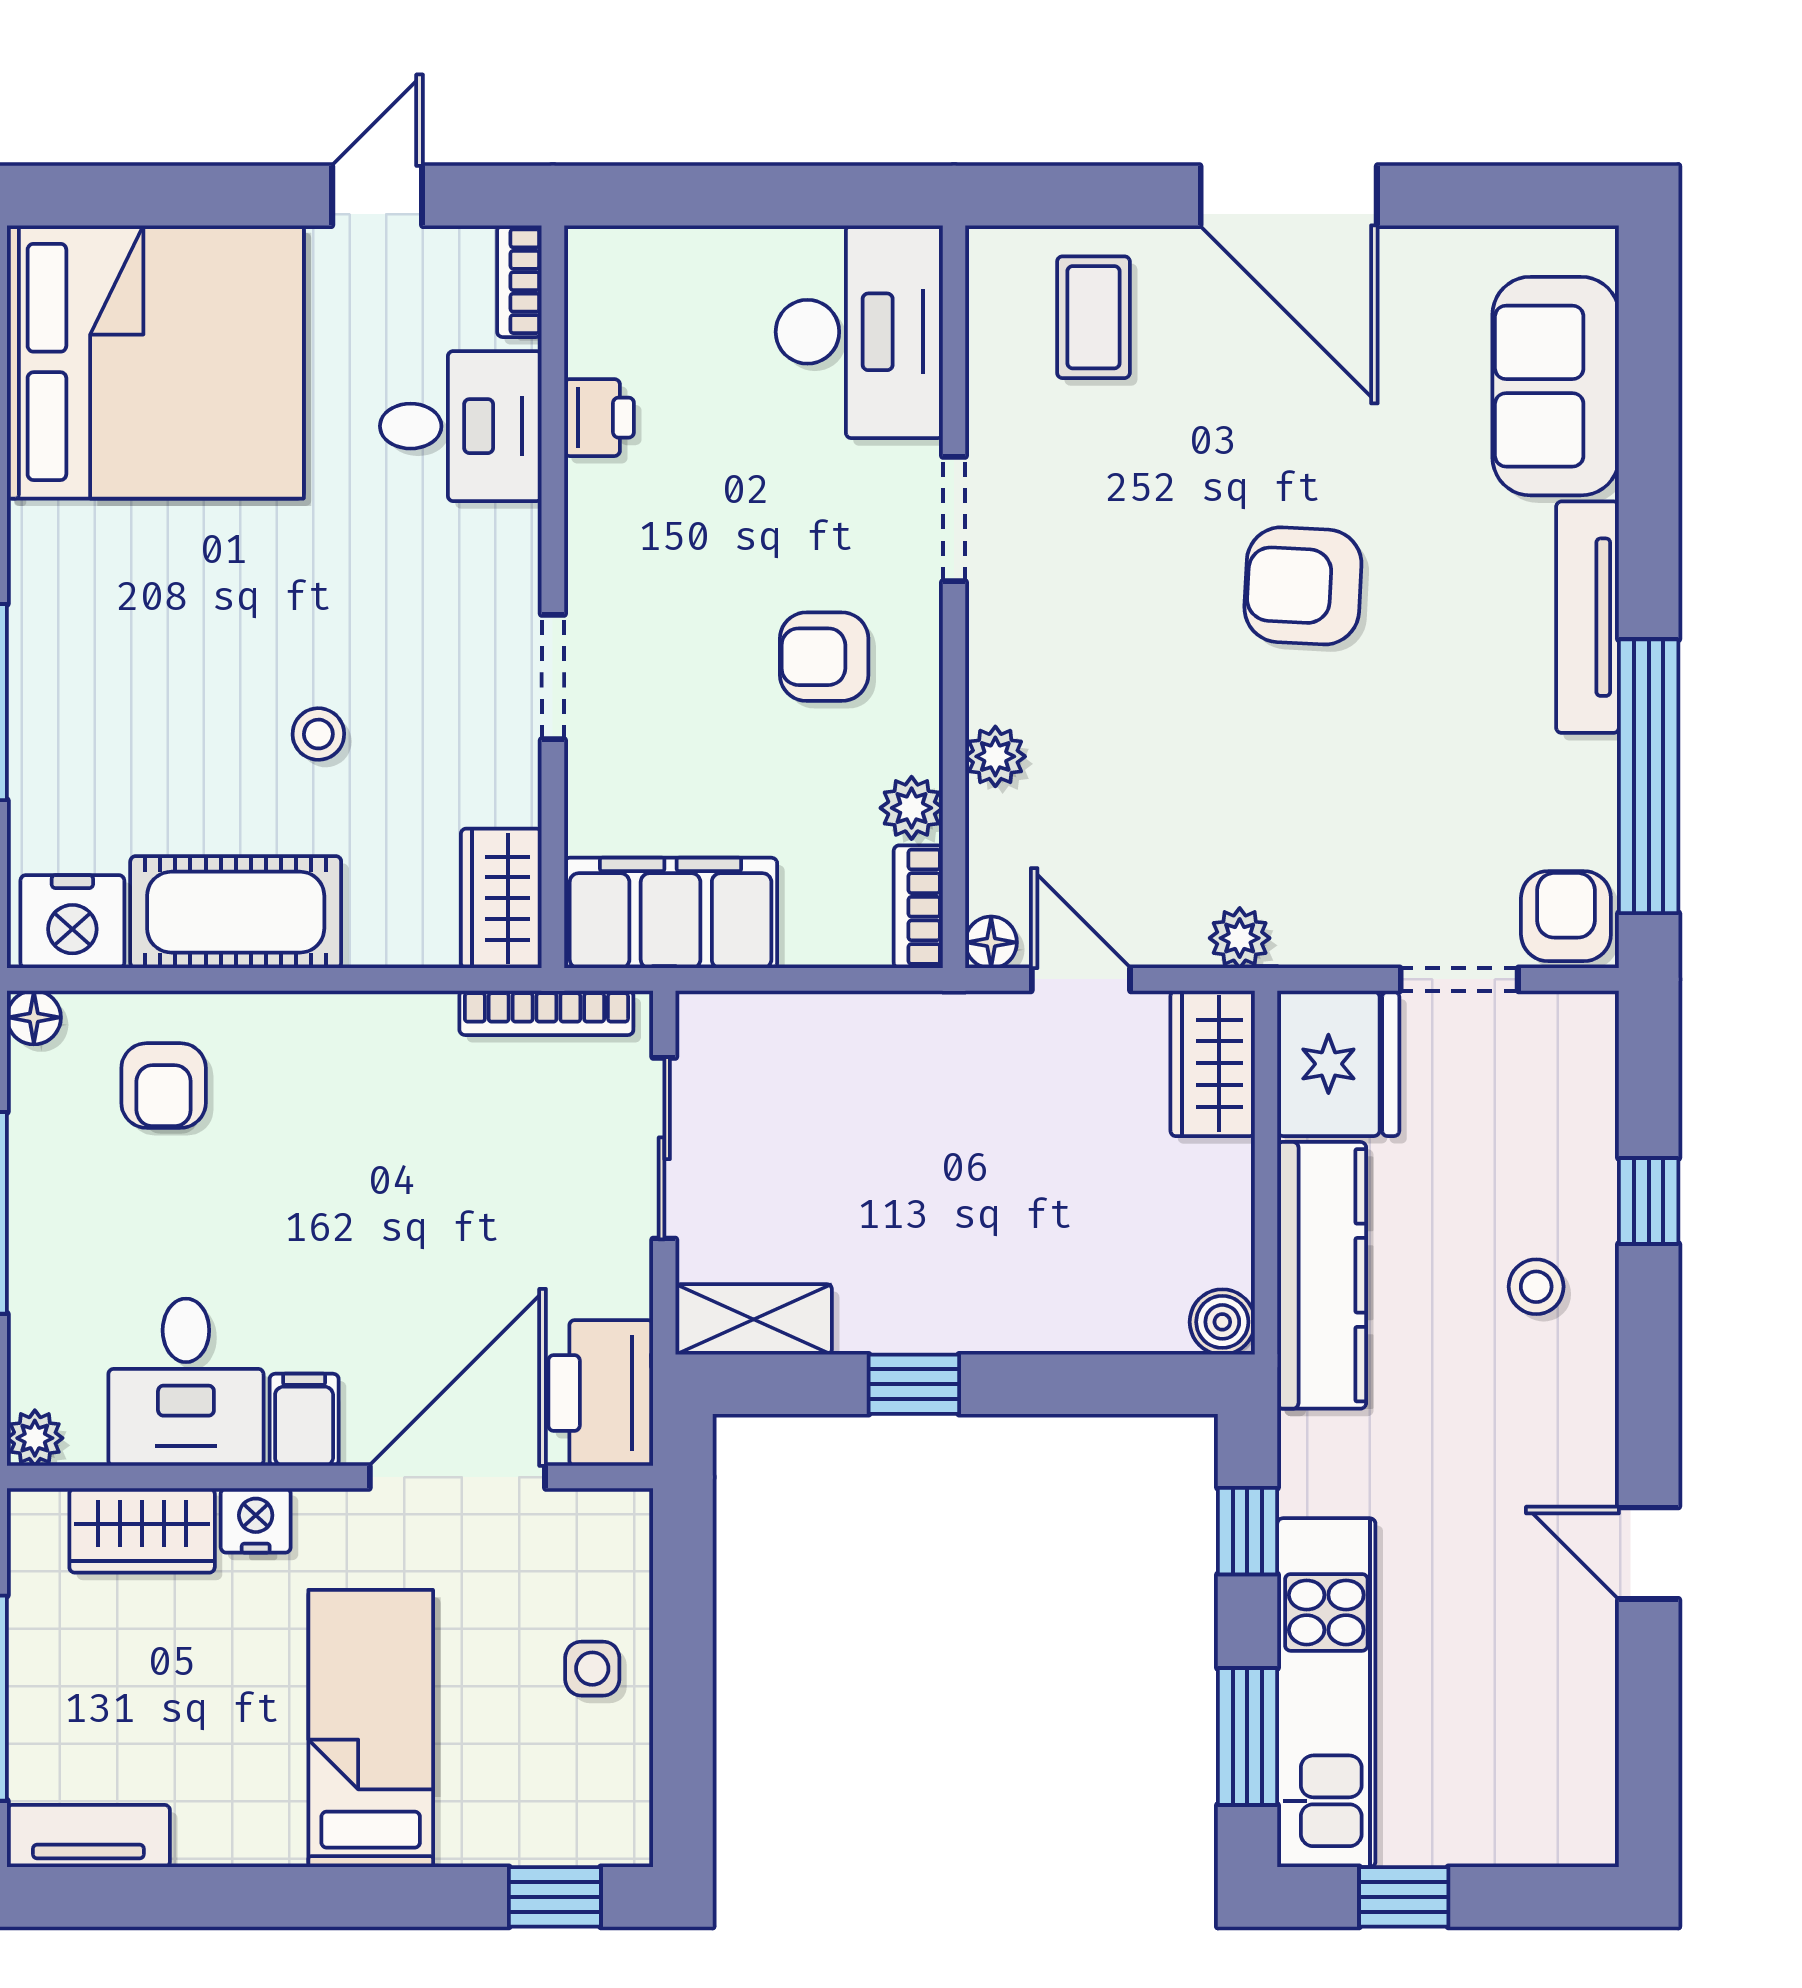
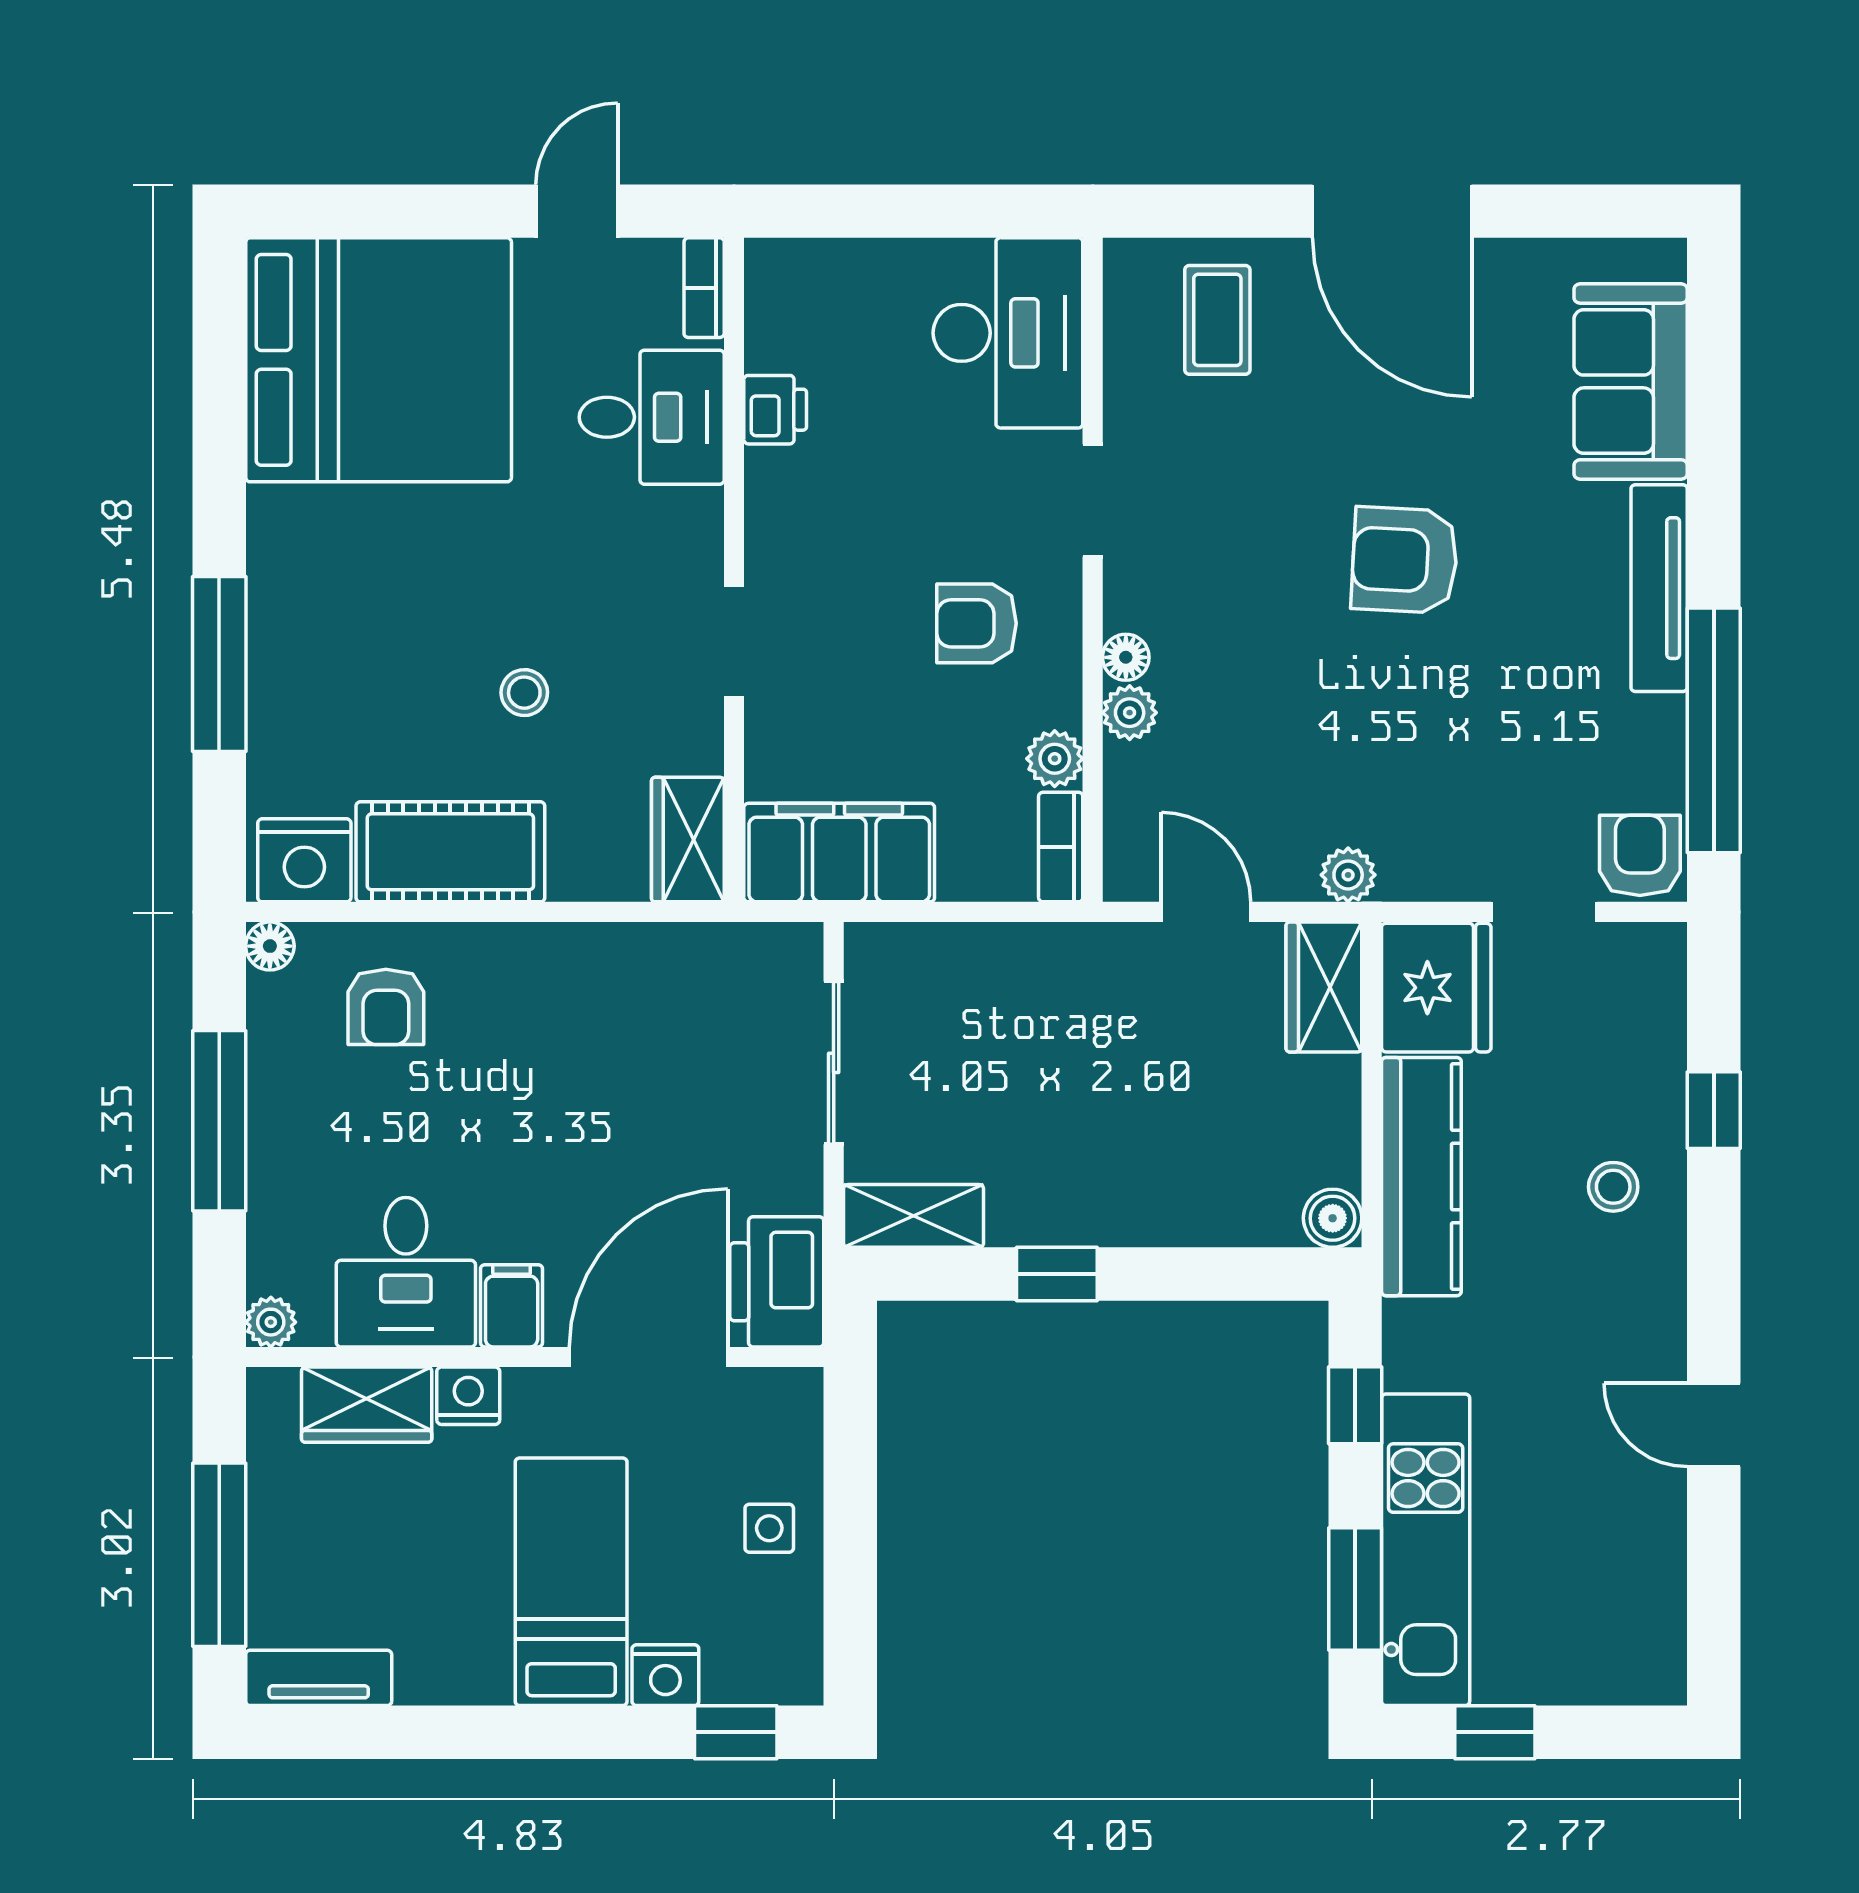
floor lamp: (991, 942) -> (1126, 657), moved
bookcase: (546, 1013) -> (728, 942), removed
nightstand: (476, 1833) -> (665, 1675), added

